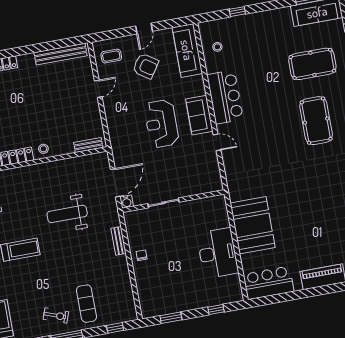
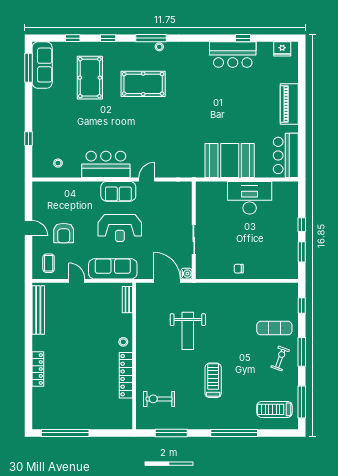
sofa: (187, 50) -> (113, 269), moved, turned 180
armchair: (146, 66) -> (64, 233), turned 146
bench: (119, 241) -> (221, 288), removed
window: (216, 310) -> (302, 225), moved

